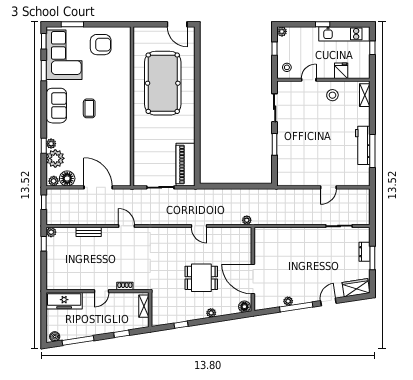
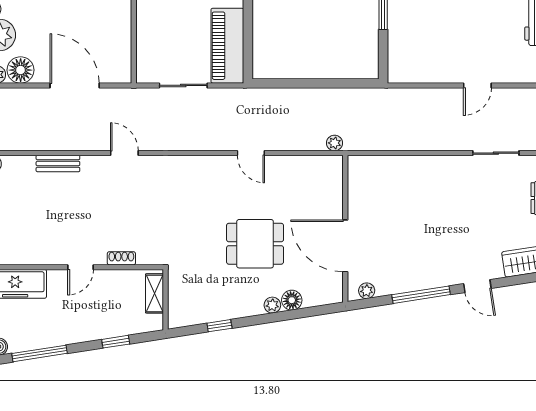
plant: (288, 301) -> (367, 291), moved
door: (328, 302) -> (477, 286), swing flipped
floor lamp: (244, 307) -> (292, 300), moved

